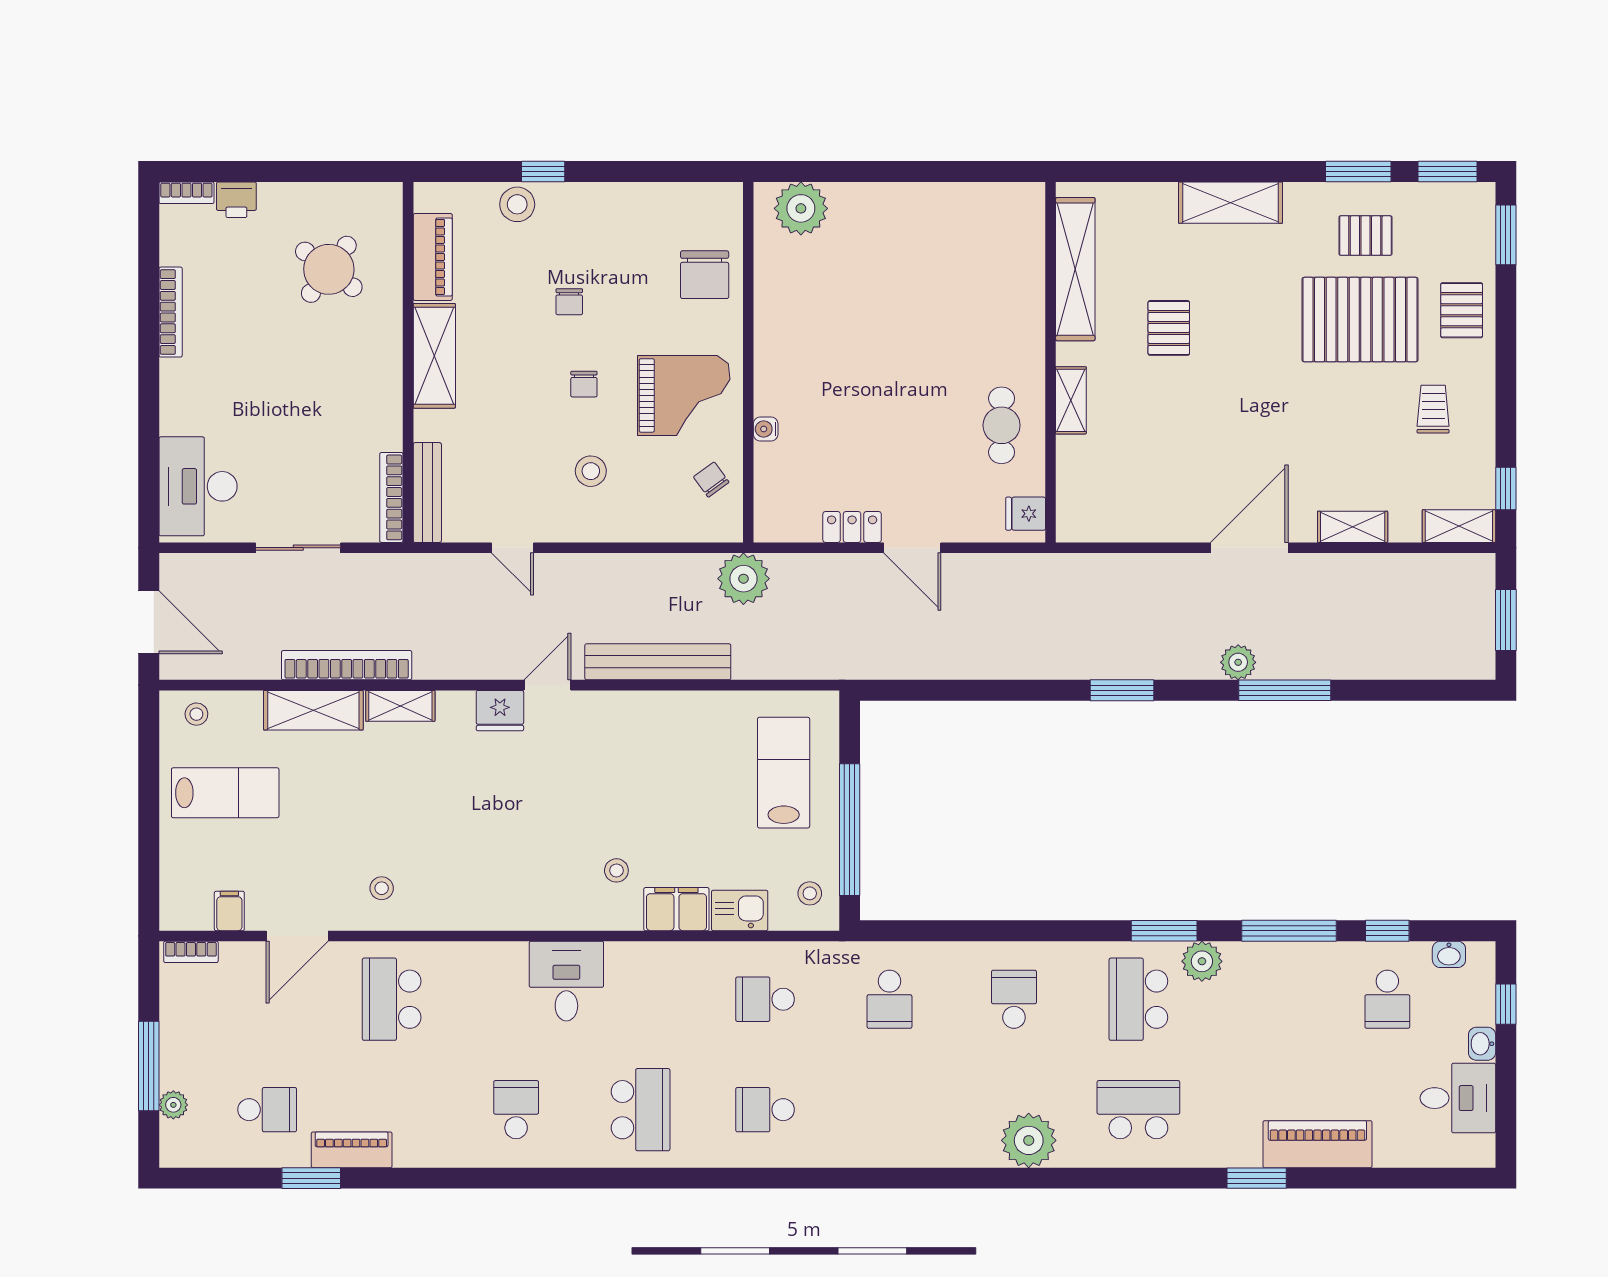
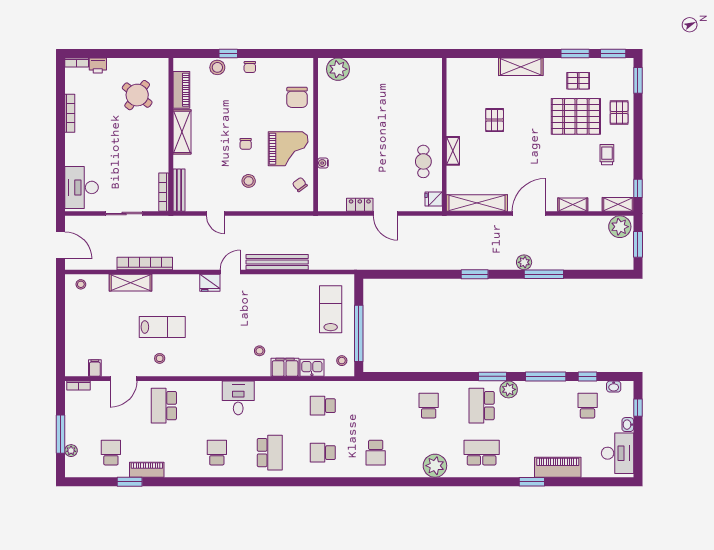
shelving: (1075, 269) -> (477, 203), moved, turned 90
chair: (569, 302) -> (250, 67), moved
plant: (743, 579) -> (620, 227), moved
shelving: (400, 706) -> (168, 281), removed
lab bench: (225, 793) -> (162, 327), moved
school desk: (889, 999) -> (376, 453), moved
school desk: (1387, 999) -> (588, 406), turned 180
desk: (1458, 1098) -> (618, 453), width x1.37
school desk: (267, 1110) -> (111, 453), turned -90

